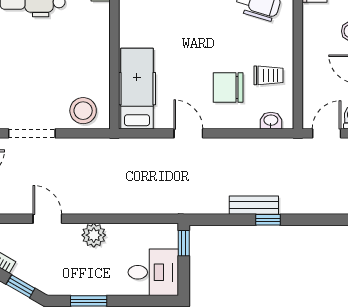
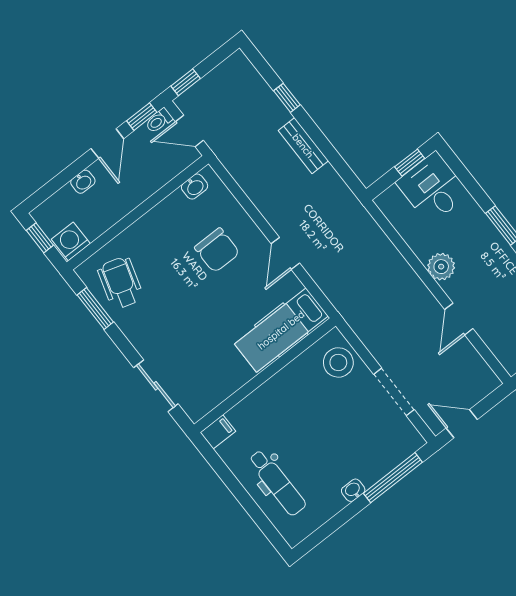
trolley: (269, 75) -> (178, 223), removed
washbasin: (271, 121) -> (195, 187), moved, turned -90
window: (268, 220) -> (287, 98), moved
window: (184, 243) -> (410, 163), moved

